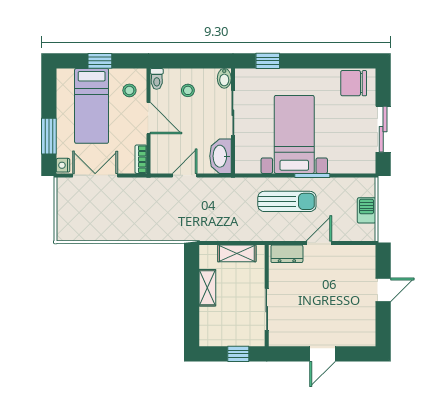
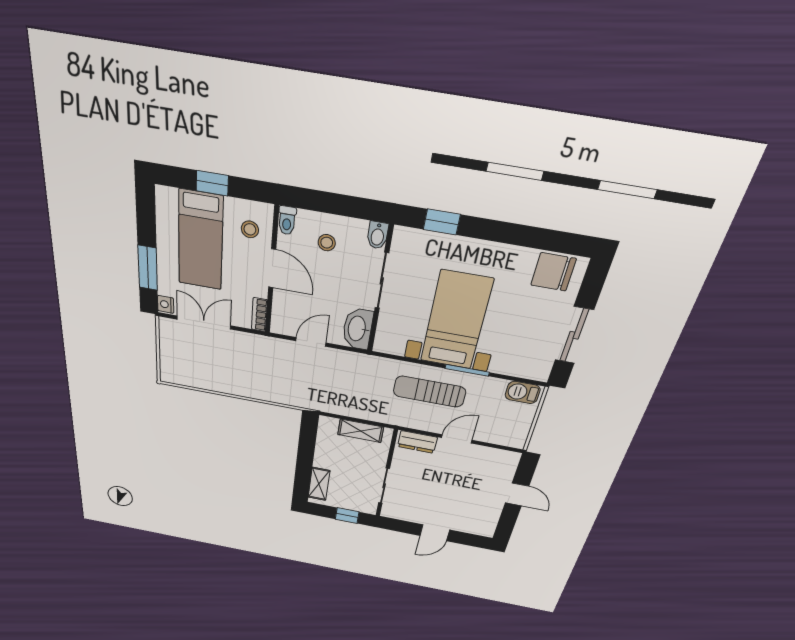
sun lounger: (287, 201) -> (429, 392), turned 180
barbecue: (367, 210) -> (523, 392), moved, turned -90
shelving: (207, 288) -> (319, 484), moved
door: (383, 290) -> (517, 494), hinge flipped

